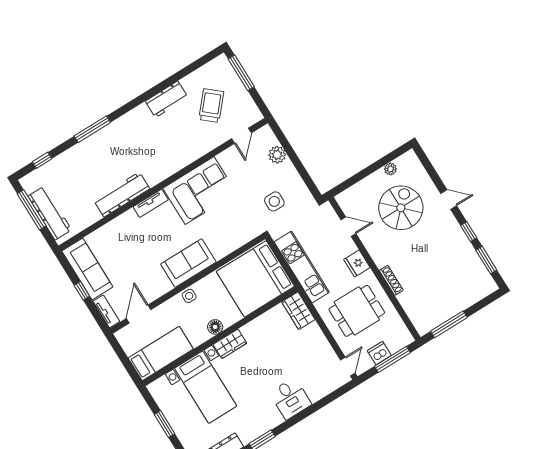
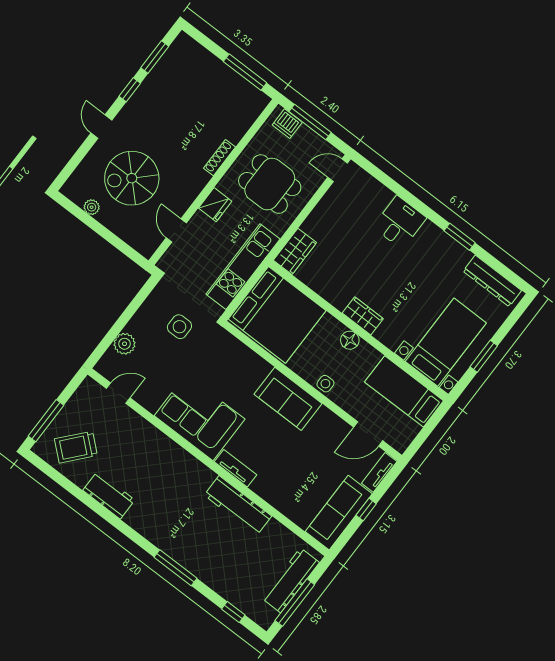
trolley: (211, 106) -> (76, 447), moved
dishwasher: (379, 353) -> (287, 124), moved
bed with nightstands: (206, 387) -> (446, 342), moved

